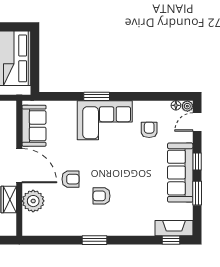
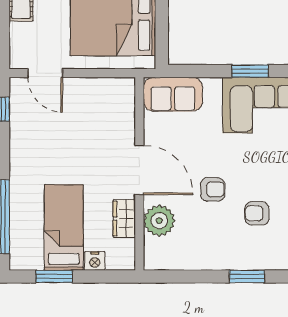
sofa: (34, 126) -> (173, 94), moved, turned 90

